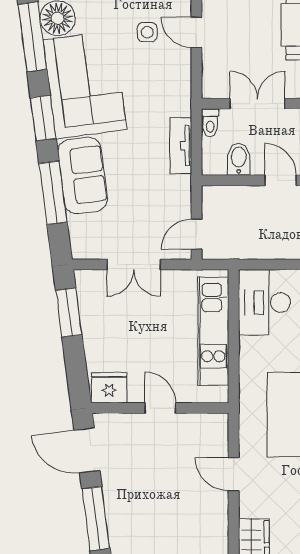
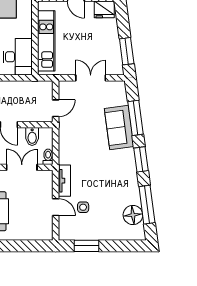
corner sofa: (85, 85) -> (118, 178), removed
double door: (257, 104) -> (22, 167), swing flipped
tv unit: (181, 146) -> (64, 181), moved
door: (197, 234) -> (56, 108), moved

